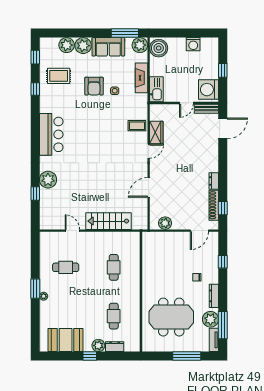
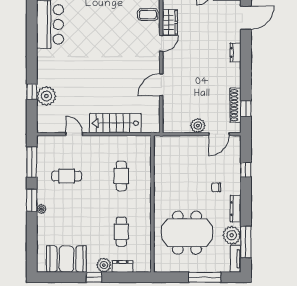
plant: (48, 180) -> (46, 96), moved
dresser: (214, 181) -> (235, 52), moved
plant: (165, 223) -> (198, 126), moved
window: (35, 255) -> (32, 162), added

